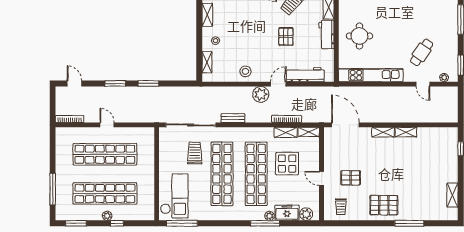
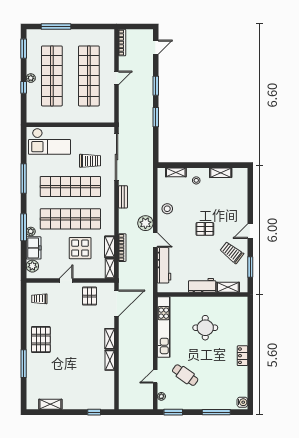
round table: (359, 36) -> (205, 328), moved
pallet: (286, 37) -> (205, 229), moved
pallet: (351, 178) -> (89, 296), moved
window: (182, 223) -> (24, 178), moved

